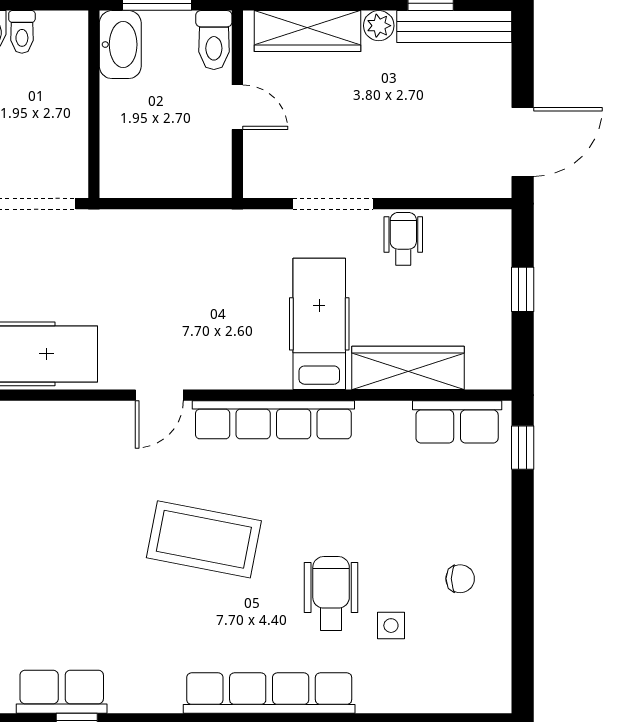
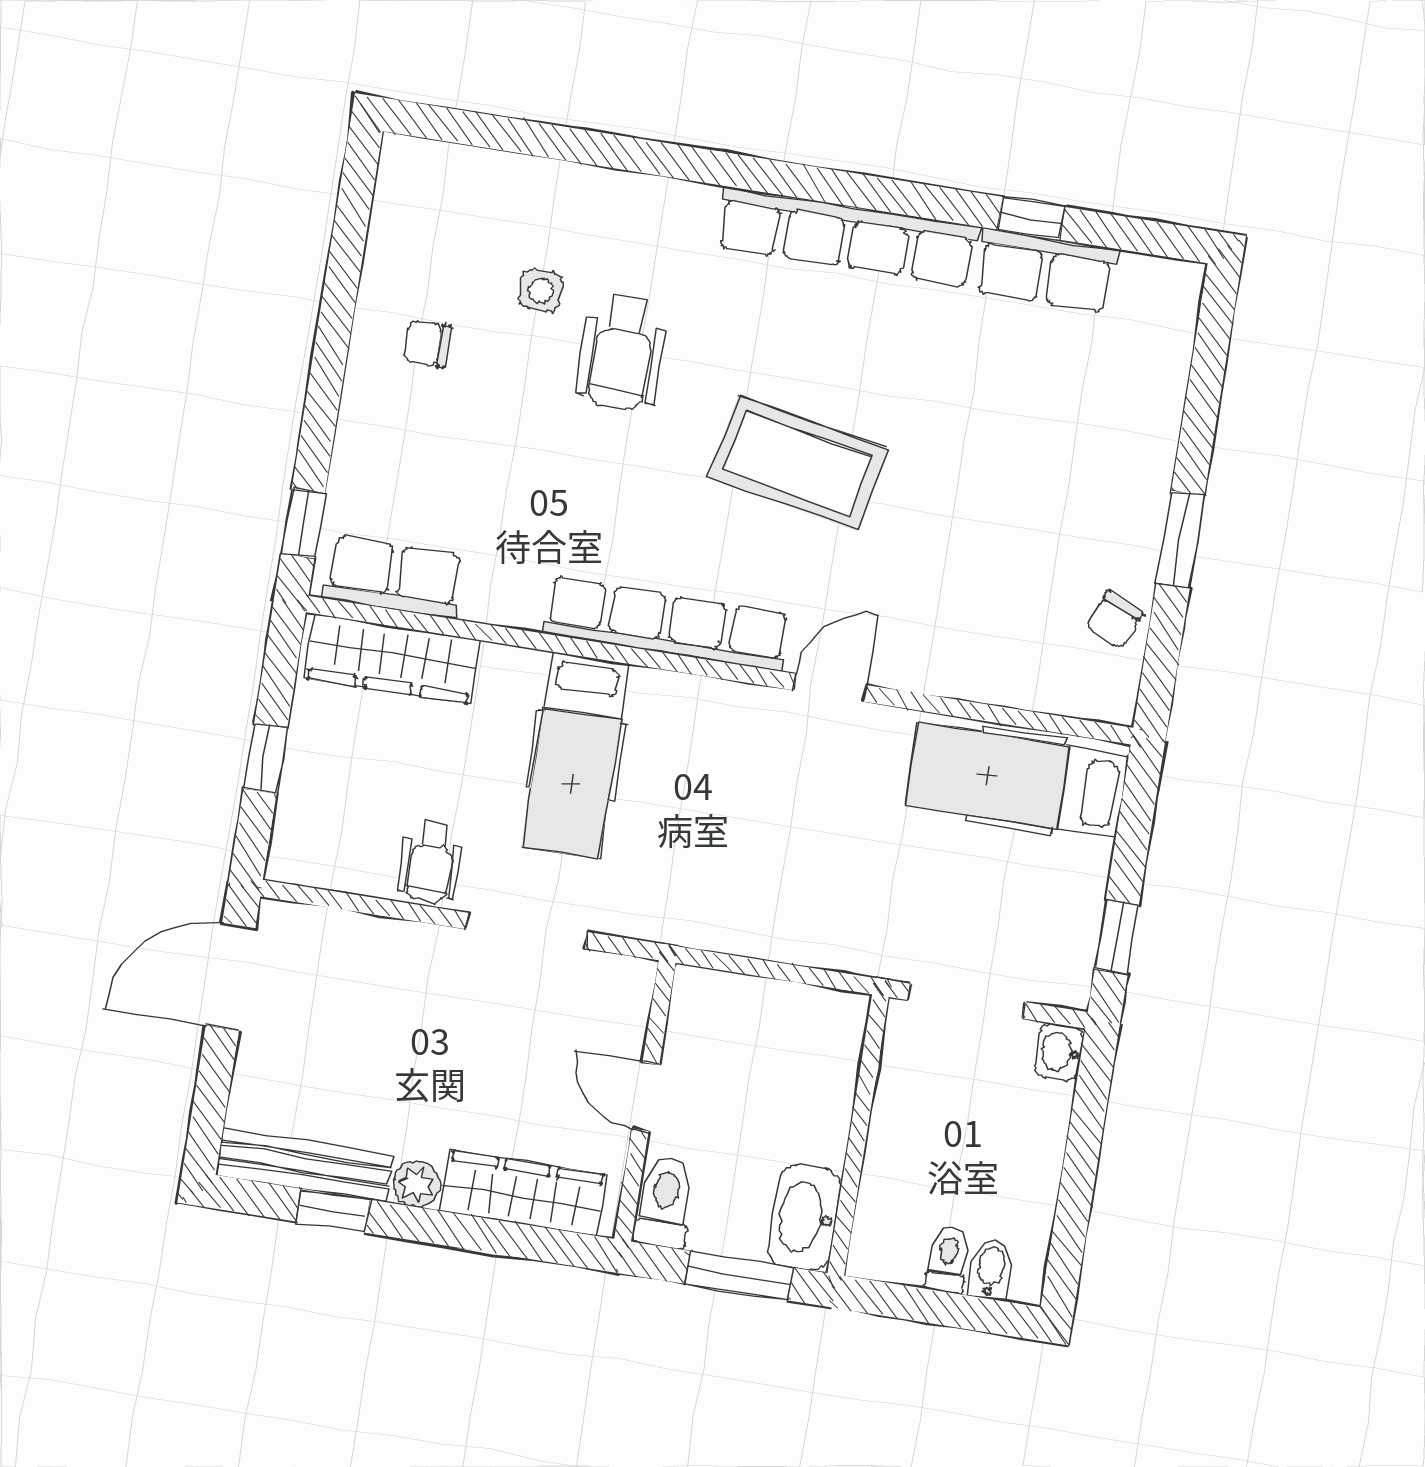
wardrobe: (408, 368) -> (392, 659), moved
row of seats: (269, 693) -> (847, 237), moved

